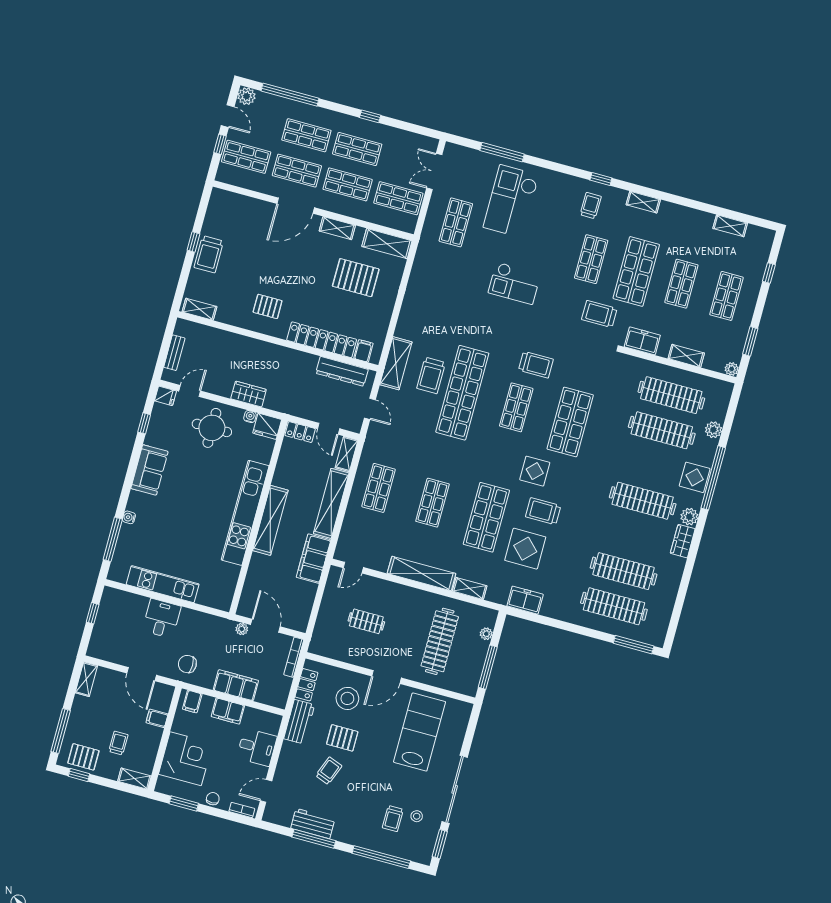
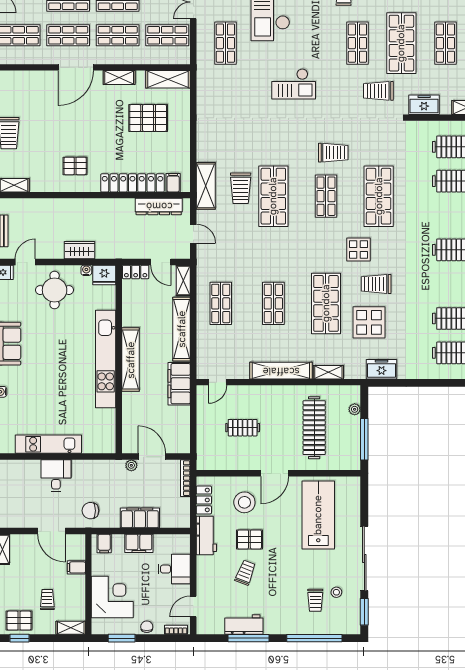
shop shelf: (462, 393) -> (273, 196), width x0.71

